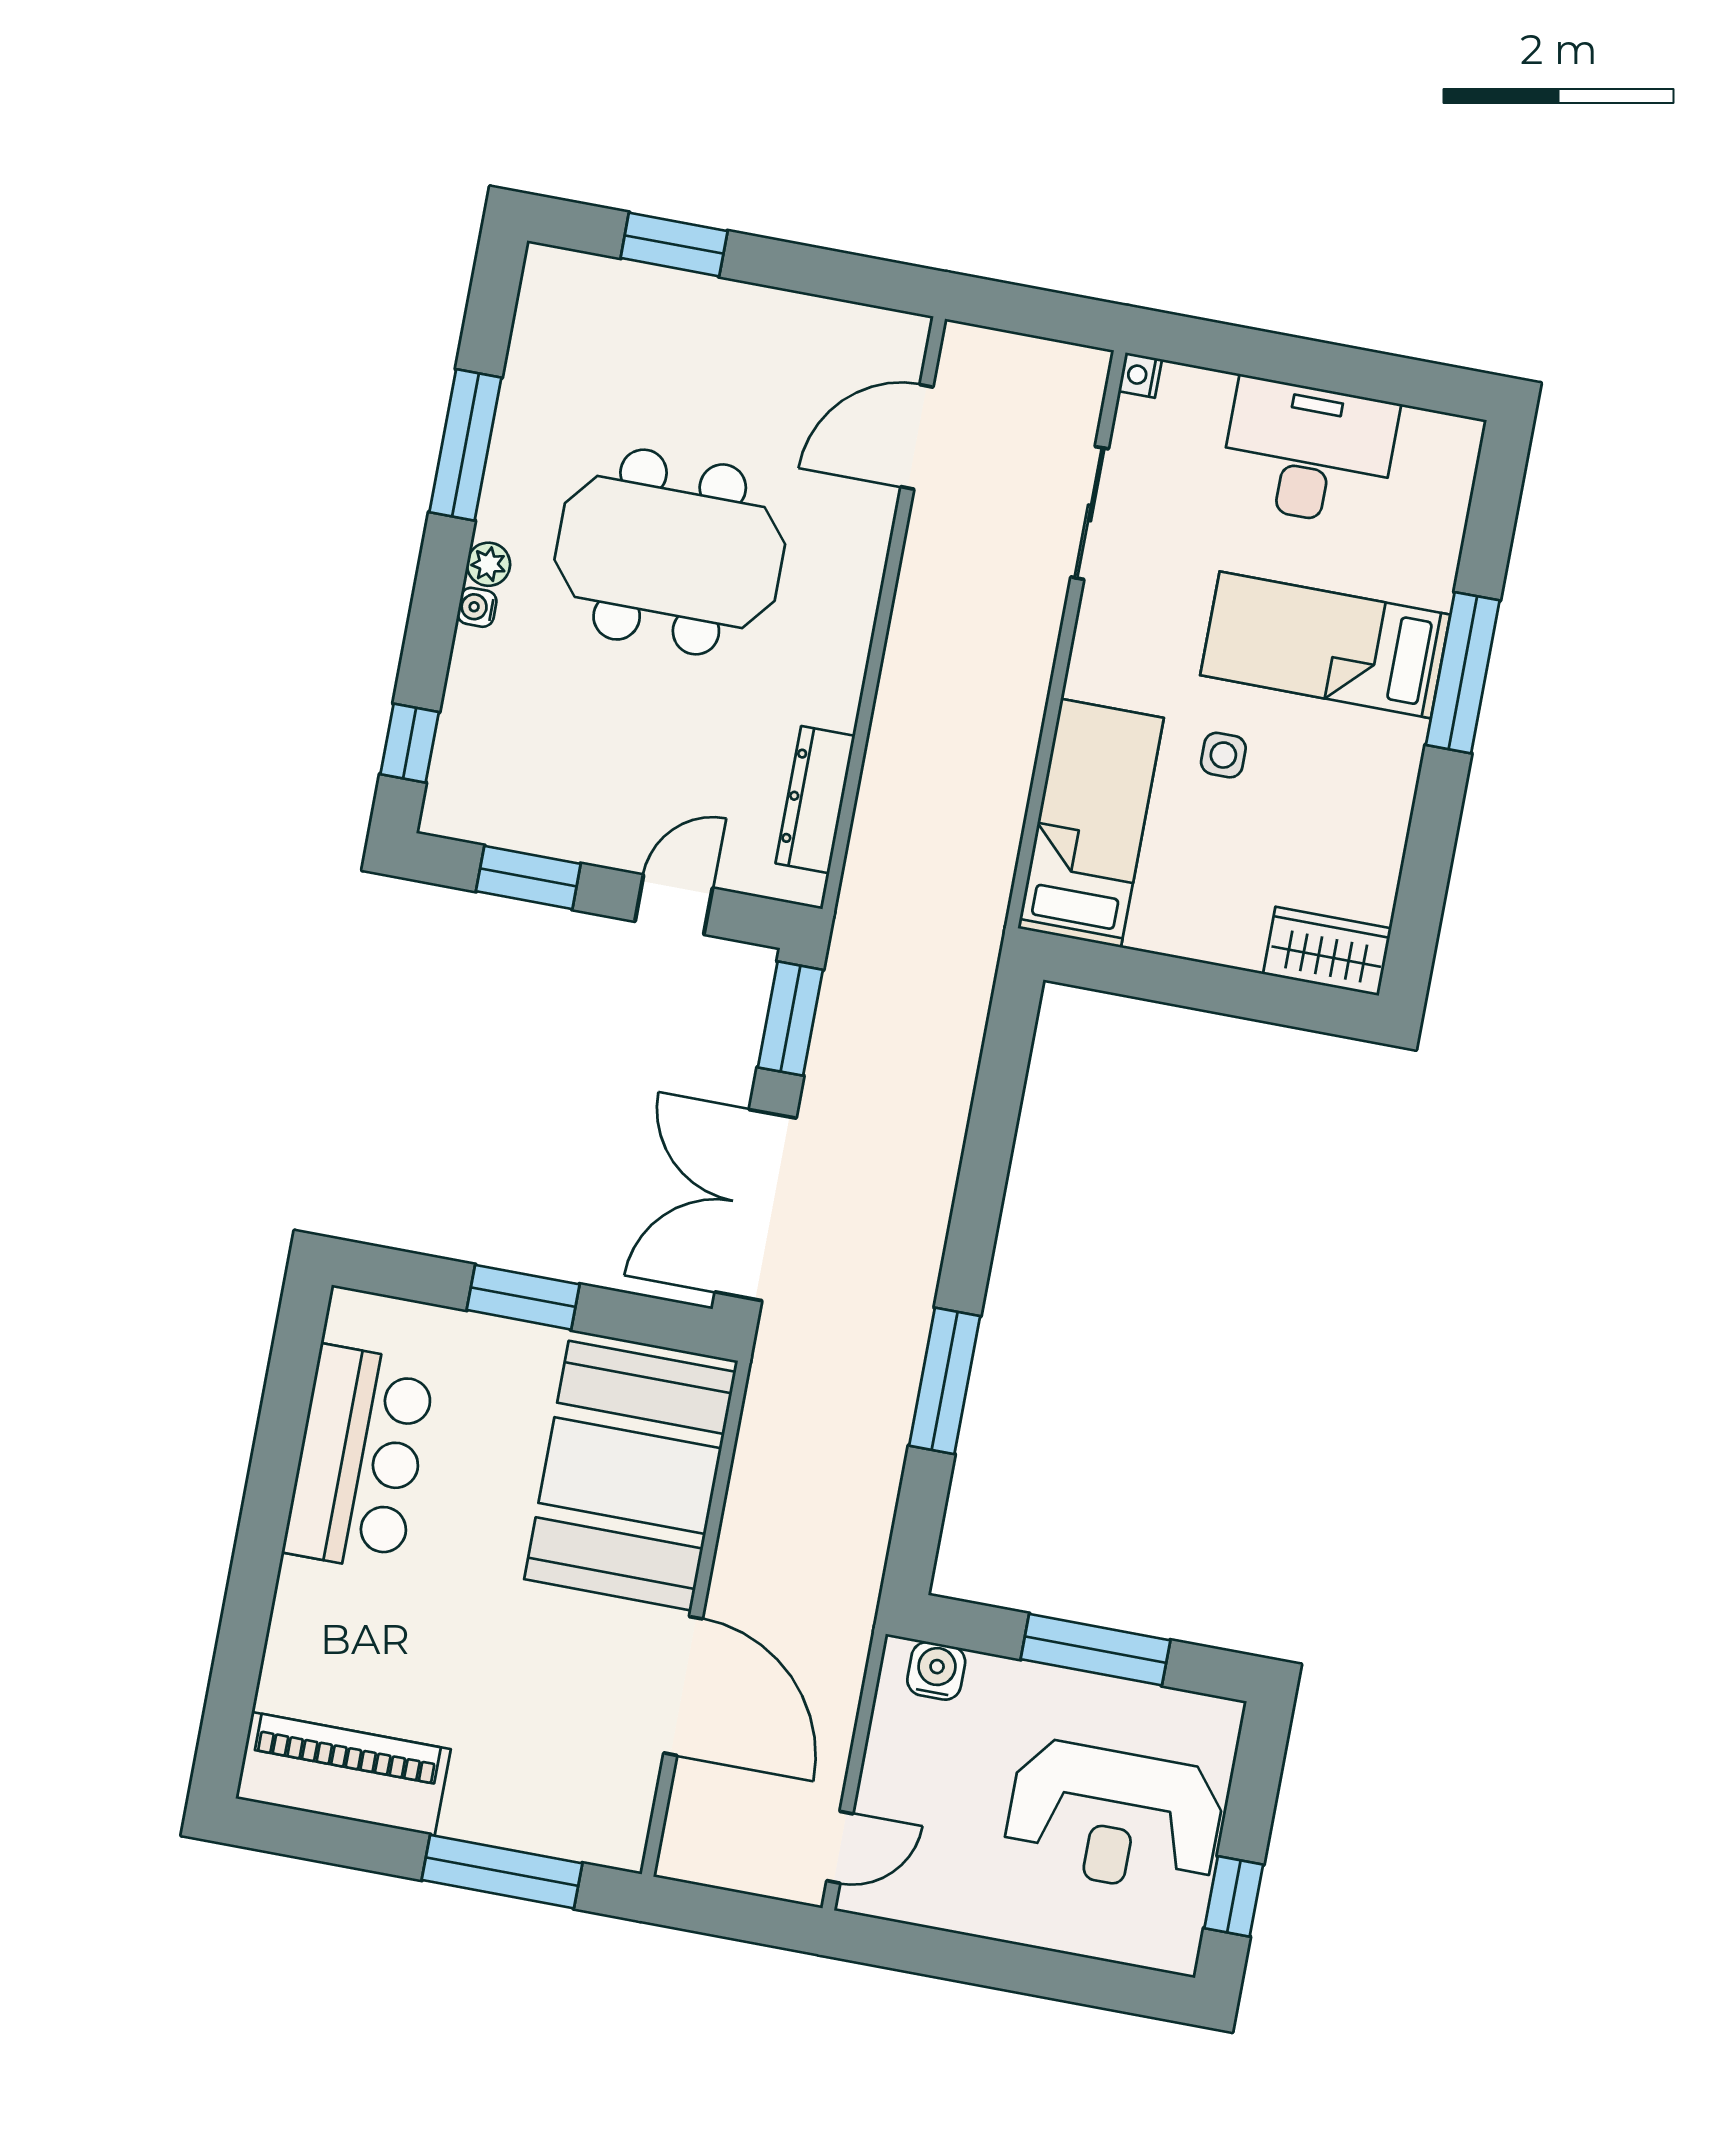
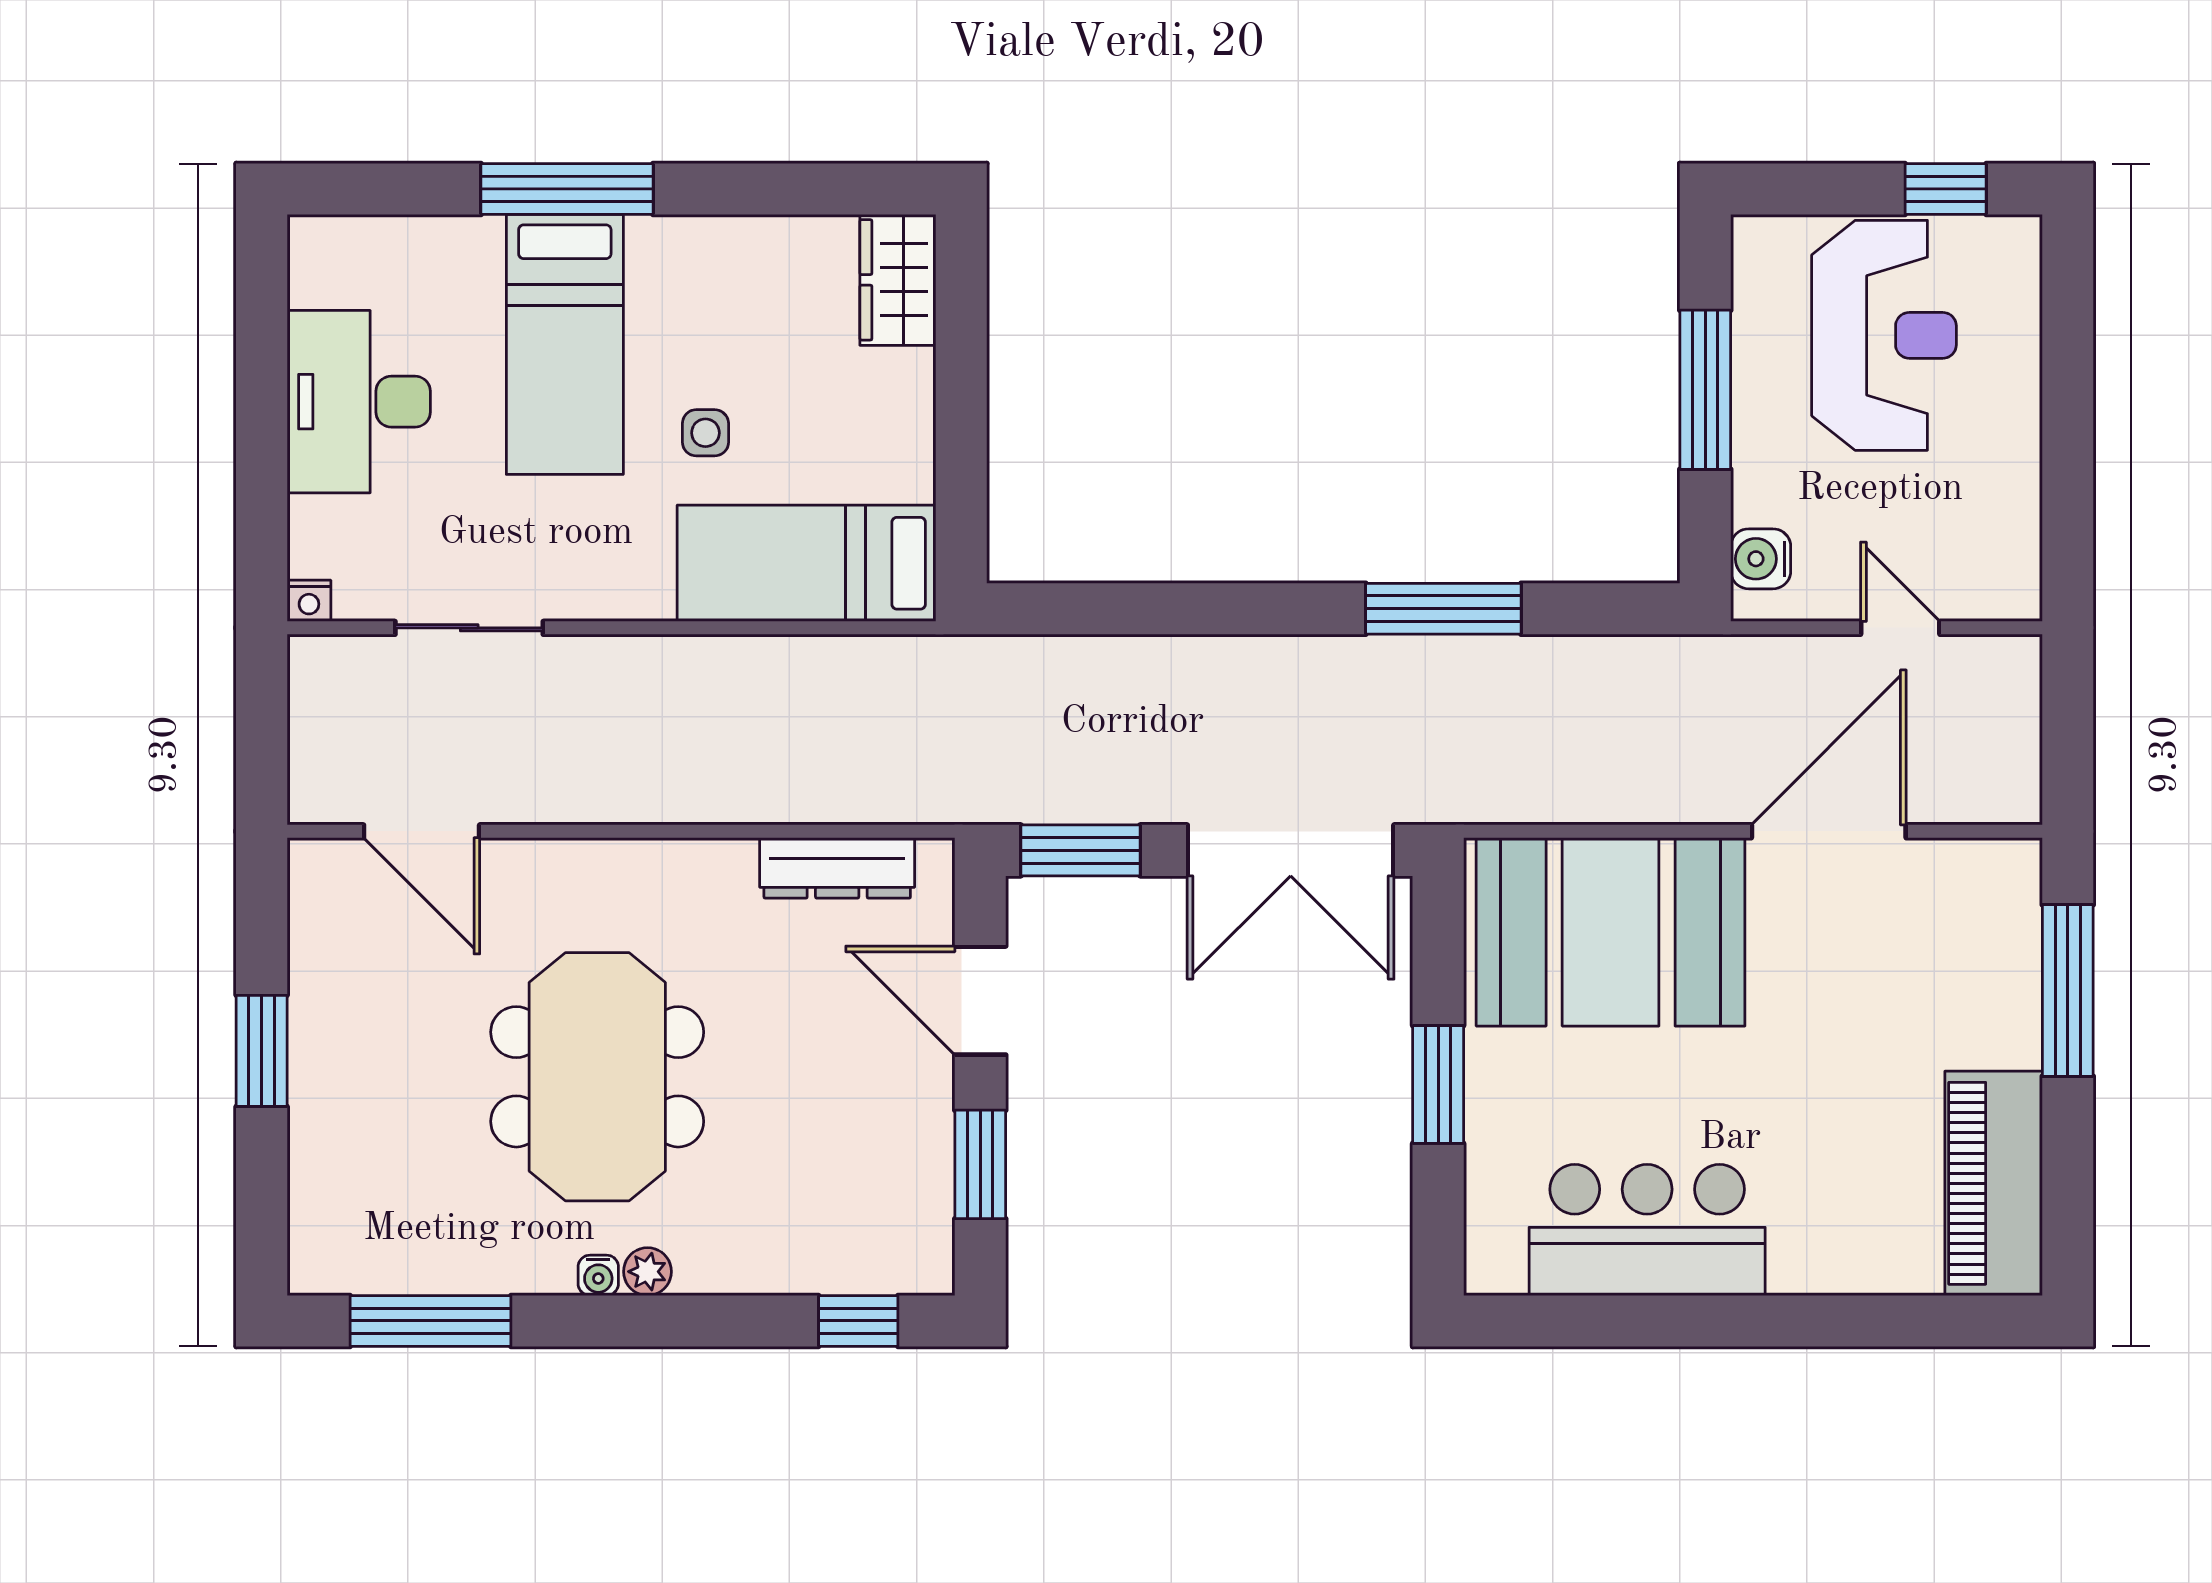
window: (674, 245) -> (262, 1051), moved
window: (465, 445) -> (430, 1321), moved
water cooler: (477, 607) -> (598, 1275), moved
door: (674, 905) -> (980, 1001), width x1.38
door: (840, 1847) -> (1900, 628), moved

